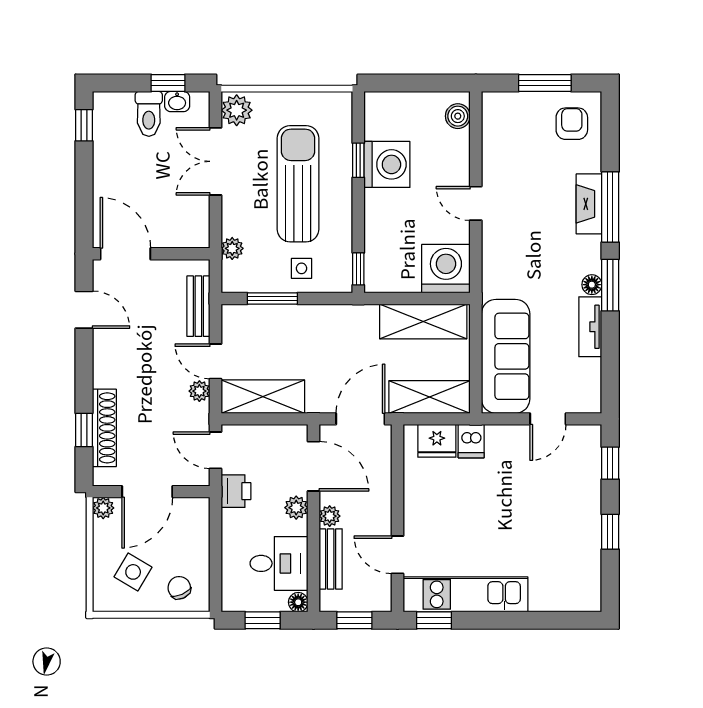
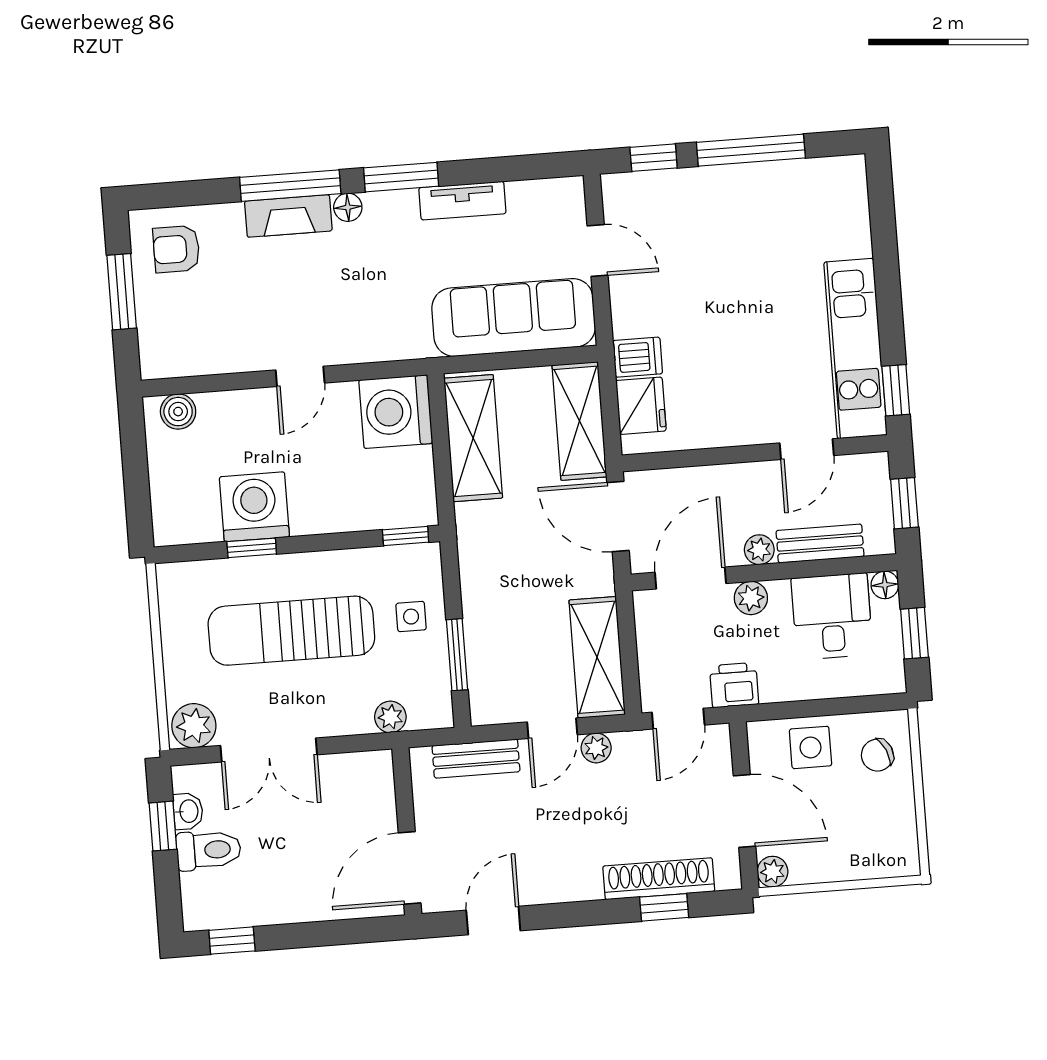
floor lamp: (592, 285) -> (348, 207), moved
window: (610, 532) -> (751, 150), width x2.17
side table: (133, 572) -> (810, 747), moved, turned -31

